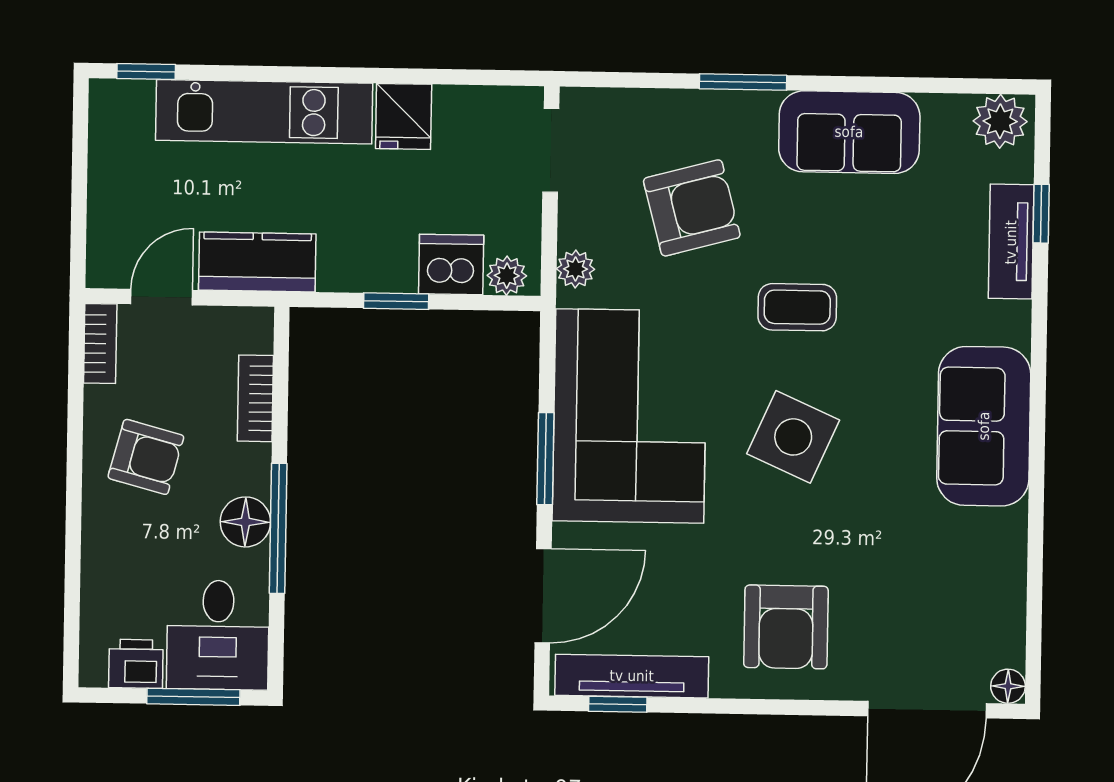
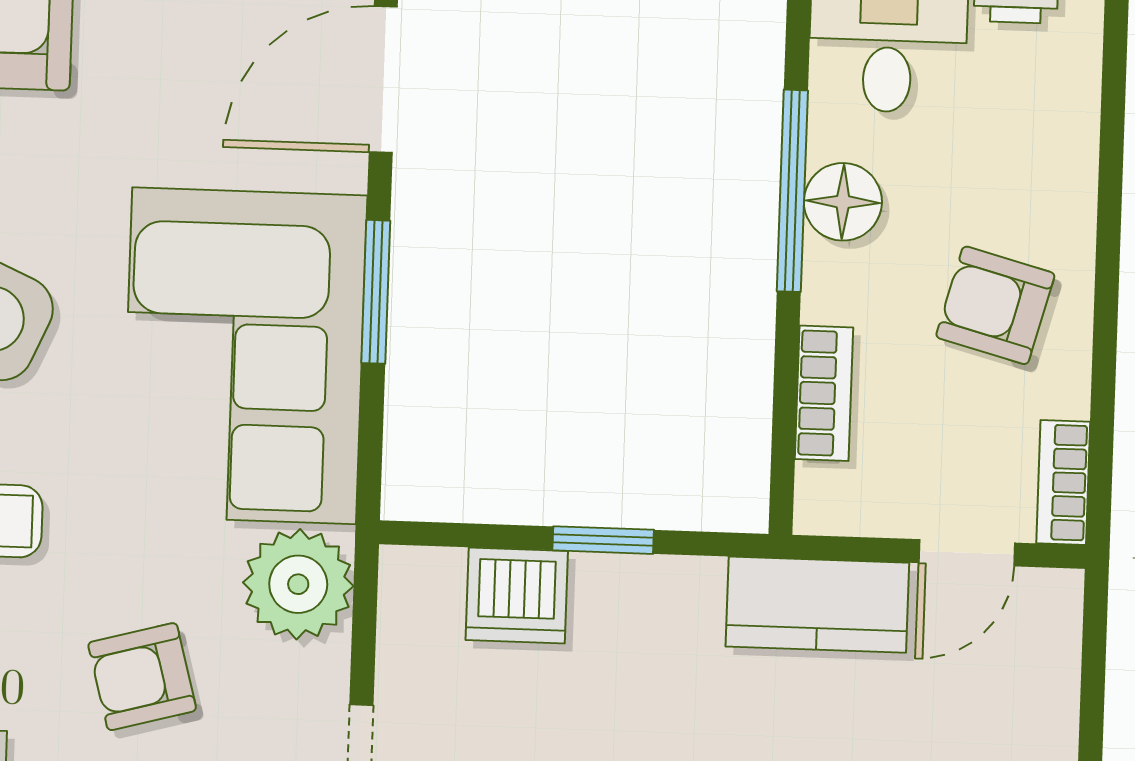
armchair: (692, 208) -> (142, 677), width x0.72, depth x0.72
plant: (576, 269) -> (298, 584), width x1.88, depth x1.88
plant: (507, 276) -> (431, 577), removed

